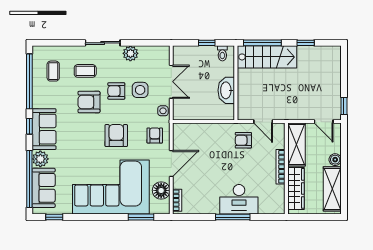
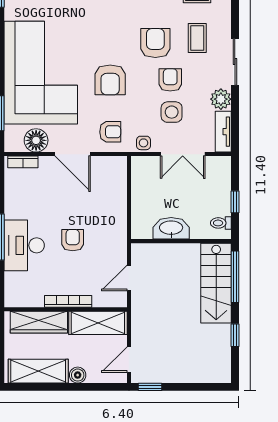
tv unit: (155, 52) -> (223, 132), added
armchair: (116, 136) -> (110, 80), turned 90
armchair: (243, 140) -> (73, 240), moved

